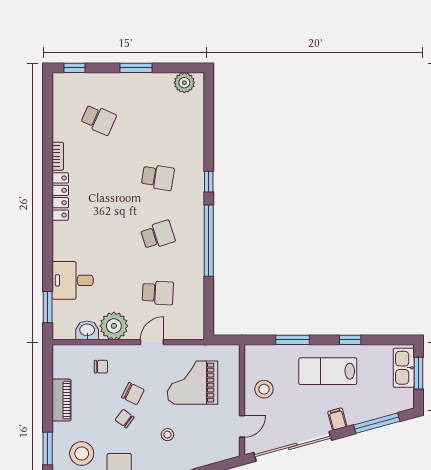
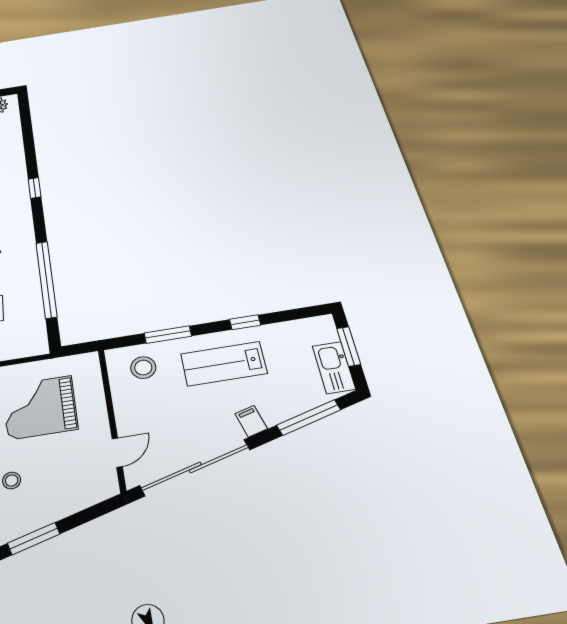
window: (209, 241) -> (46, 279), moved
kitchen sink: (404, 368) -> (334, 367), moved
stool: (264, 389) -> (143, 368), moved

